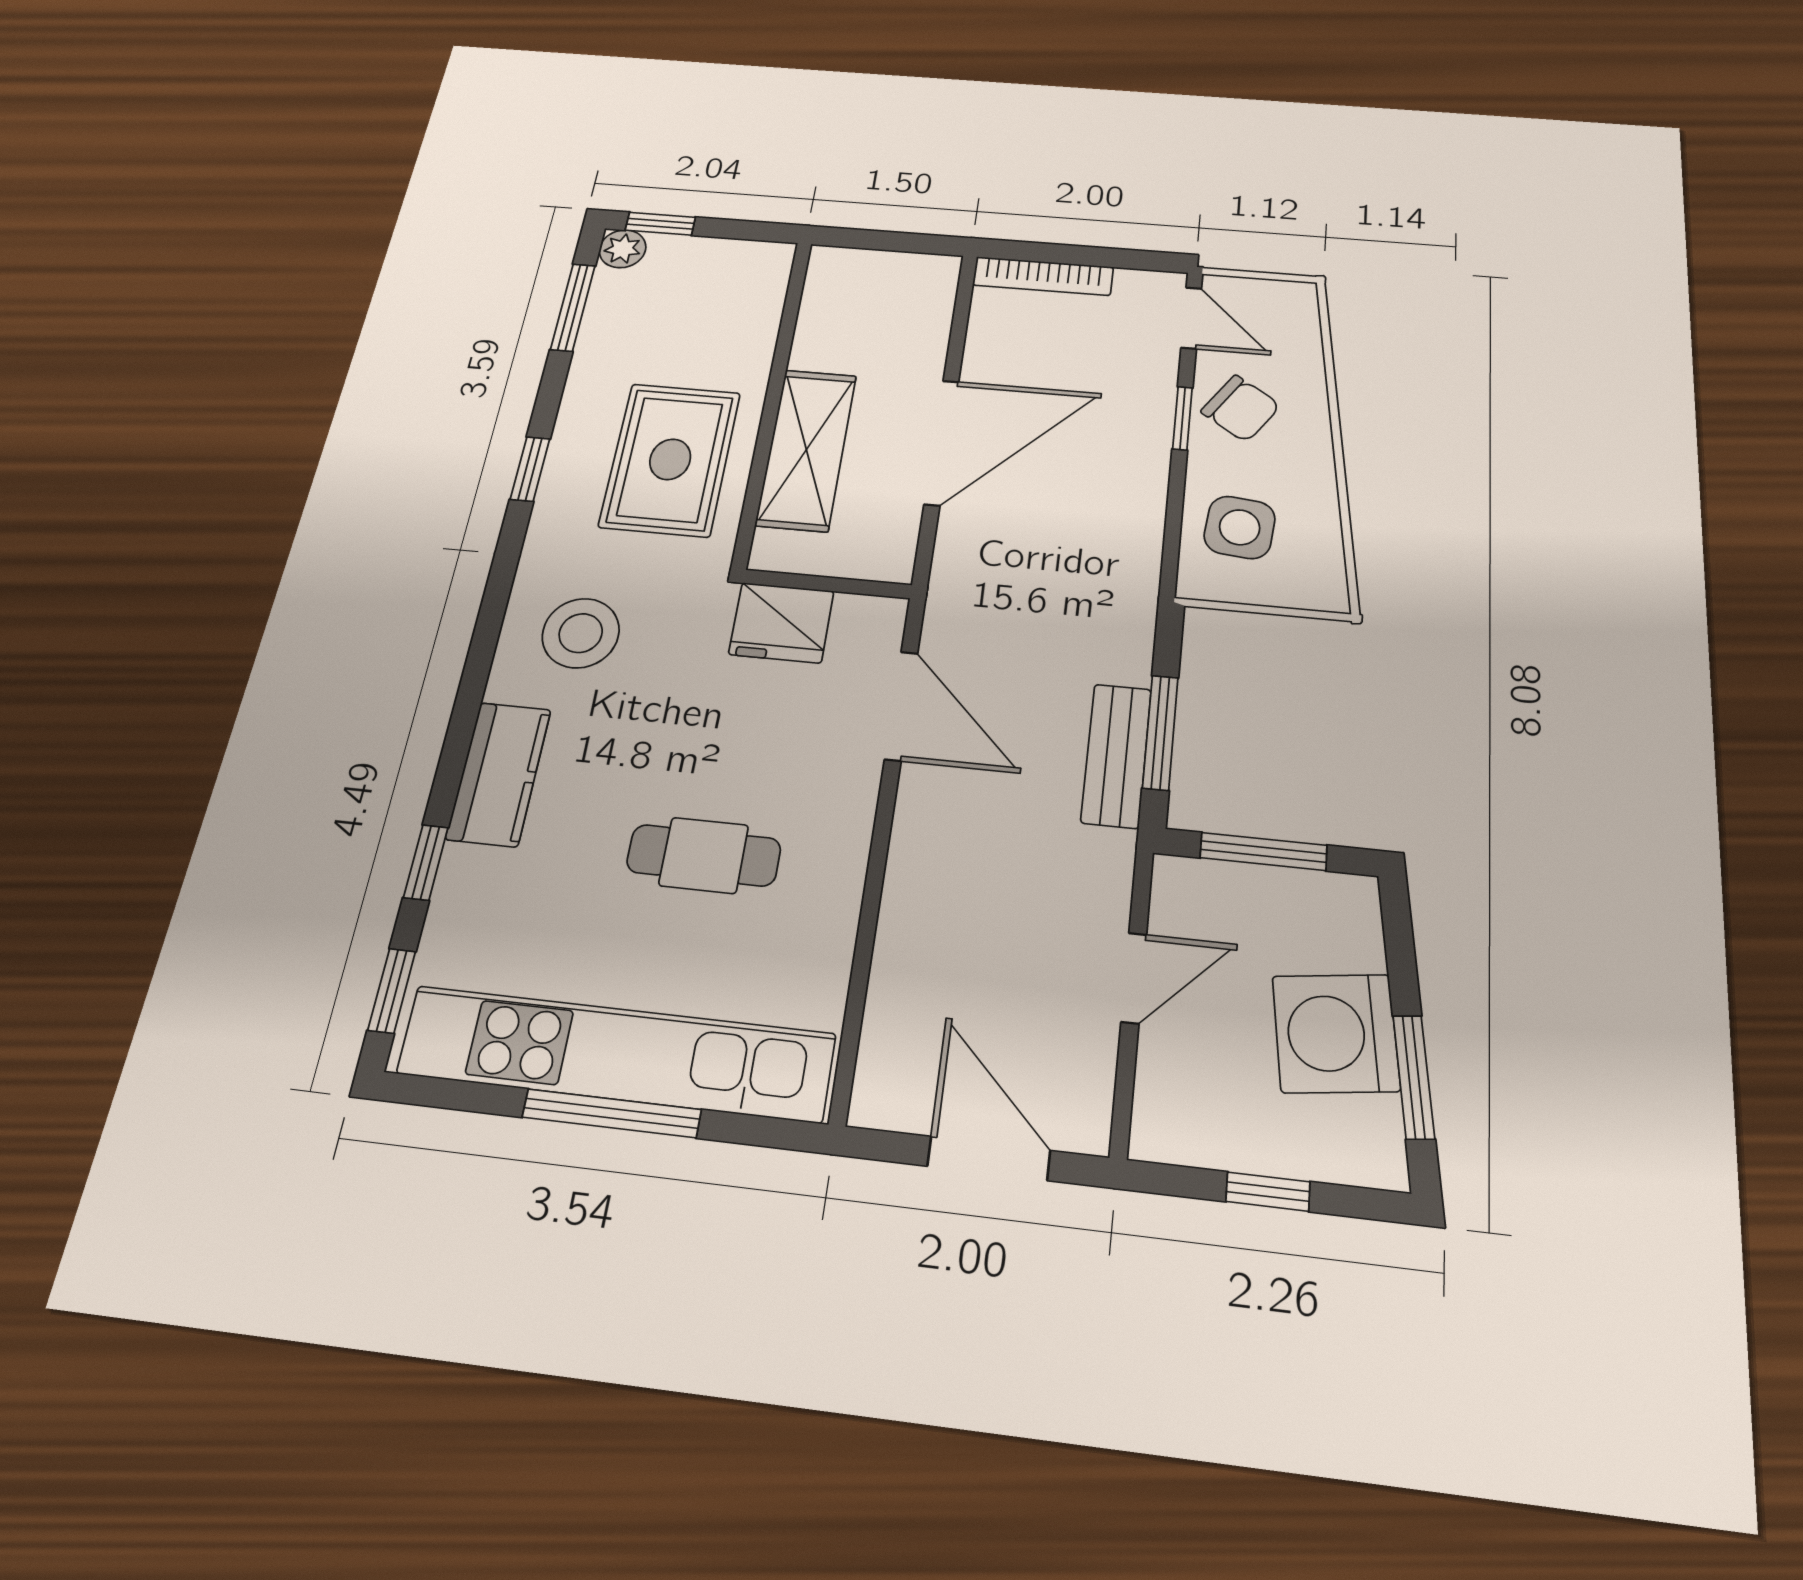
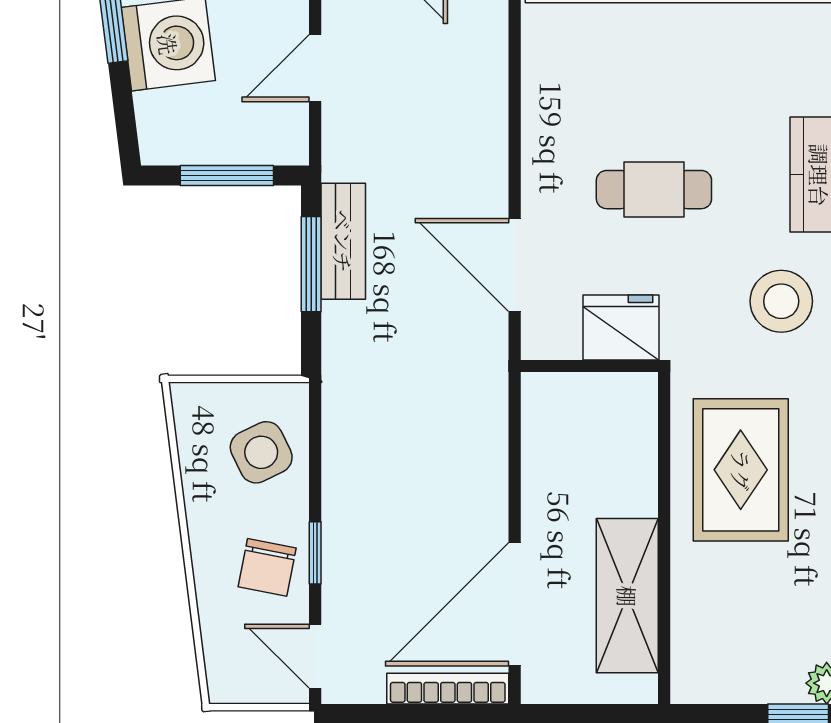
chair: (1241, 408) -> (267, 567), turned -113
door: (942, 442) -> (515, 604), moved
shelving: (806, 450) -> (627, 596), moved
side table: (1240, 527) -> (261, 452), turned -32
cafe table: (704, 855) -> (654, 190), moved

